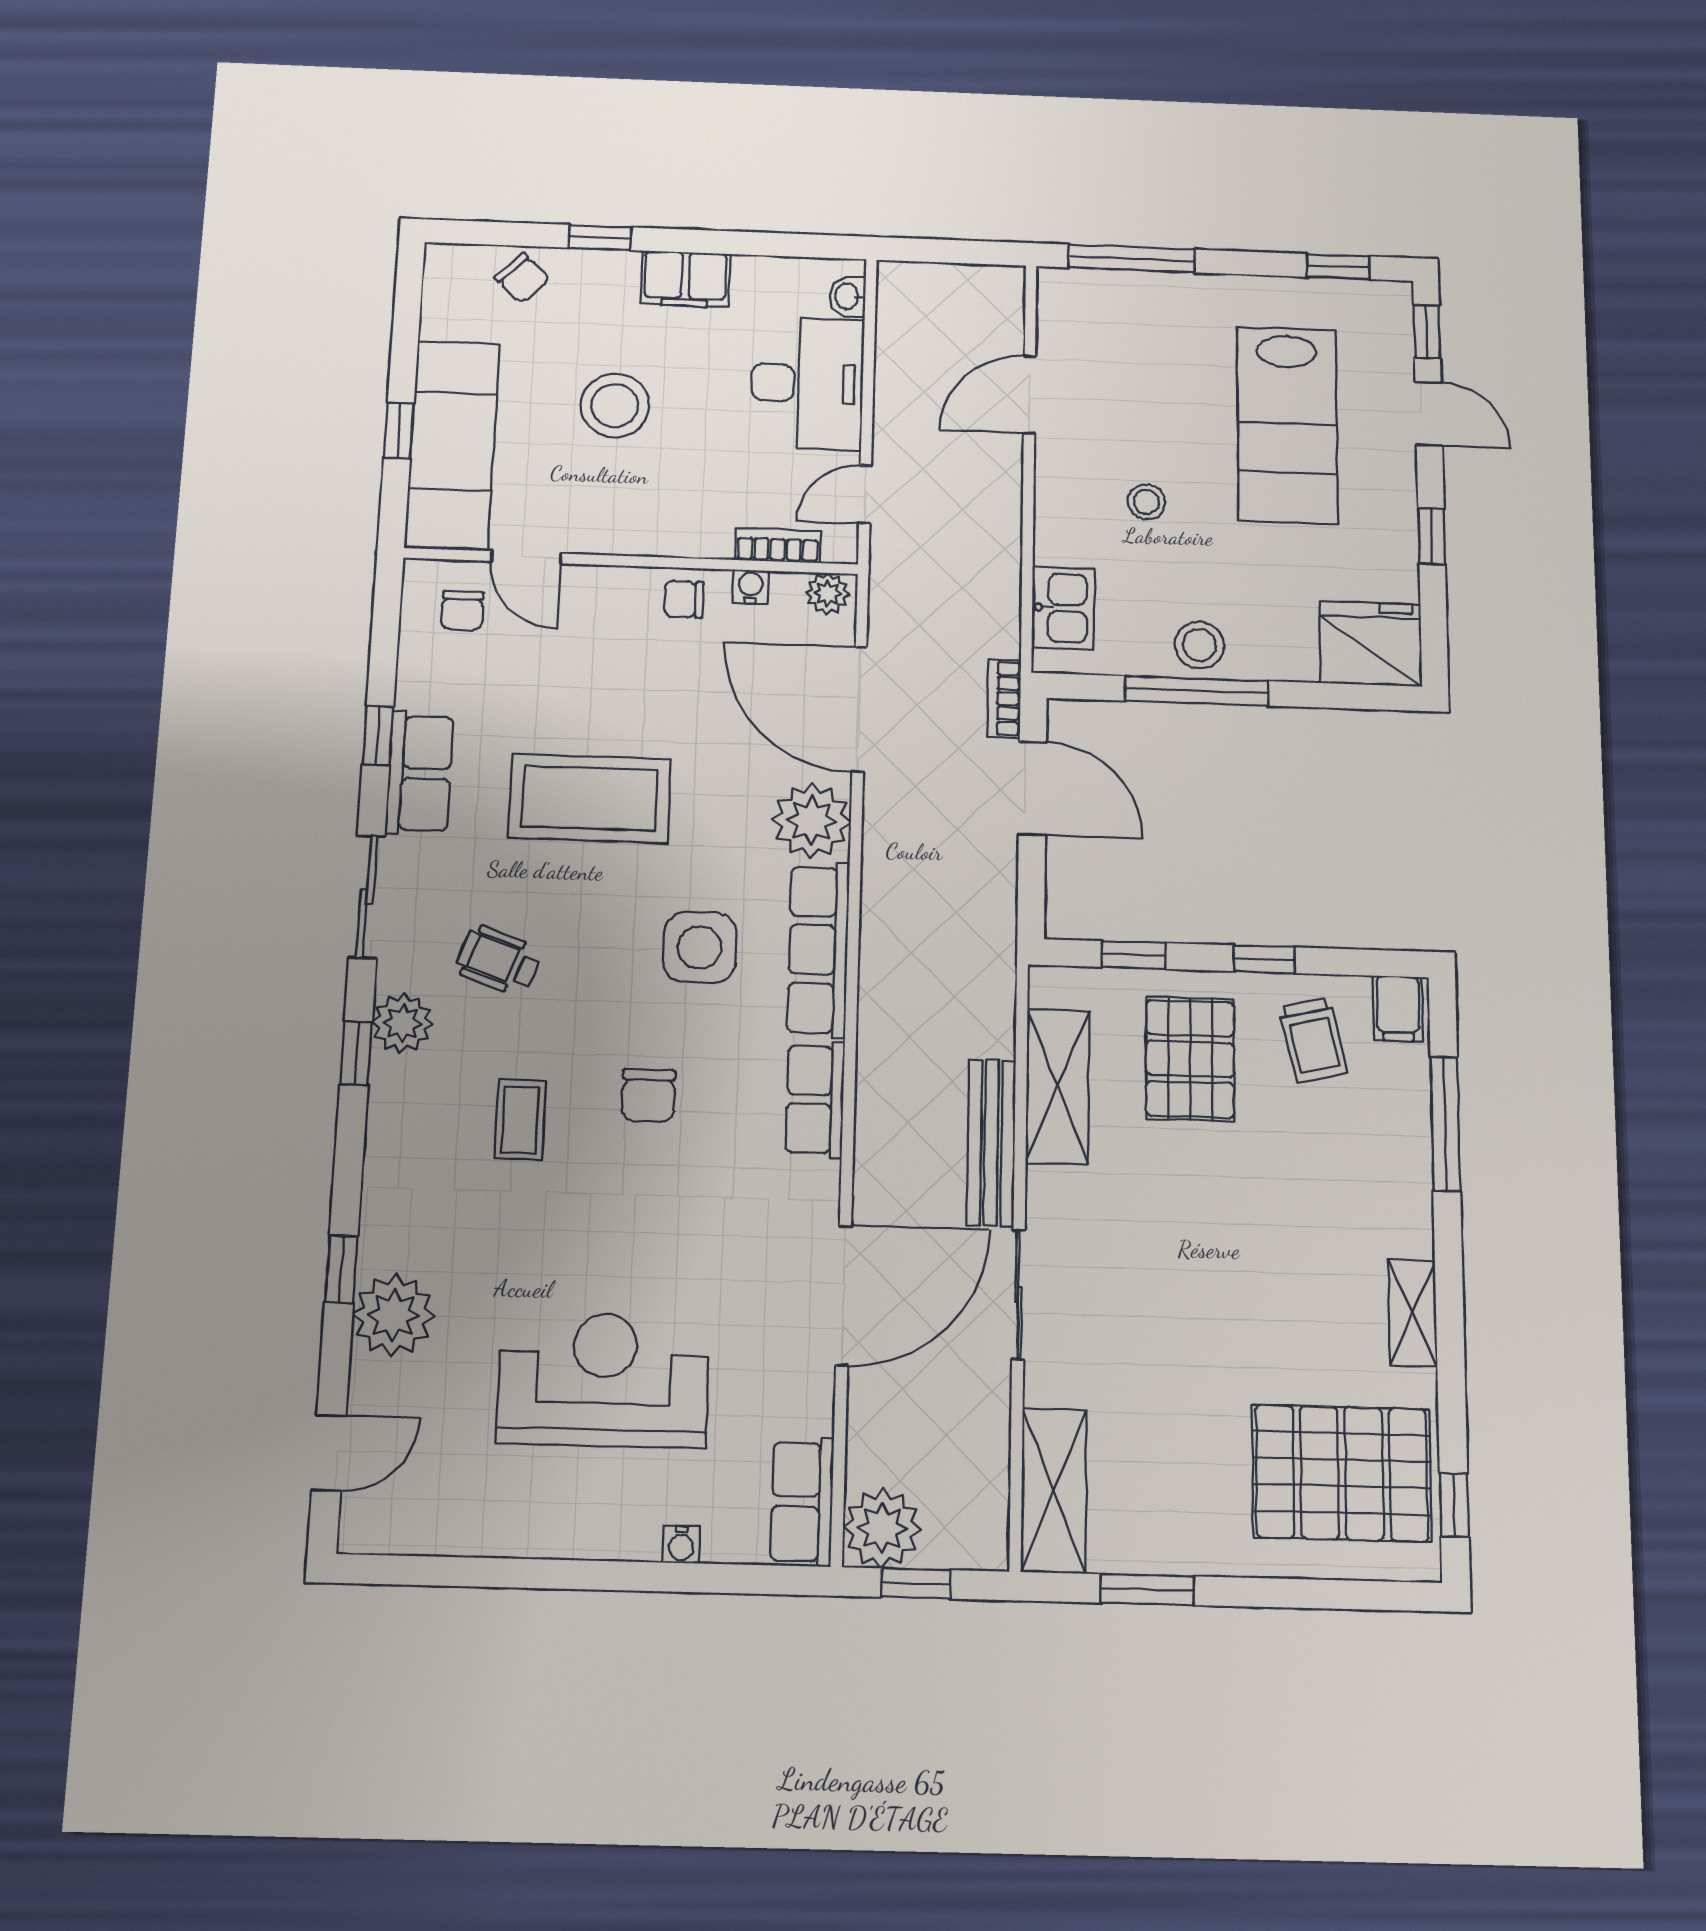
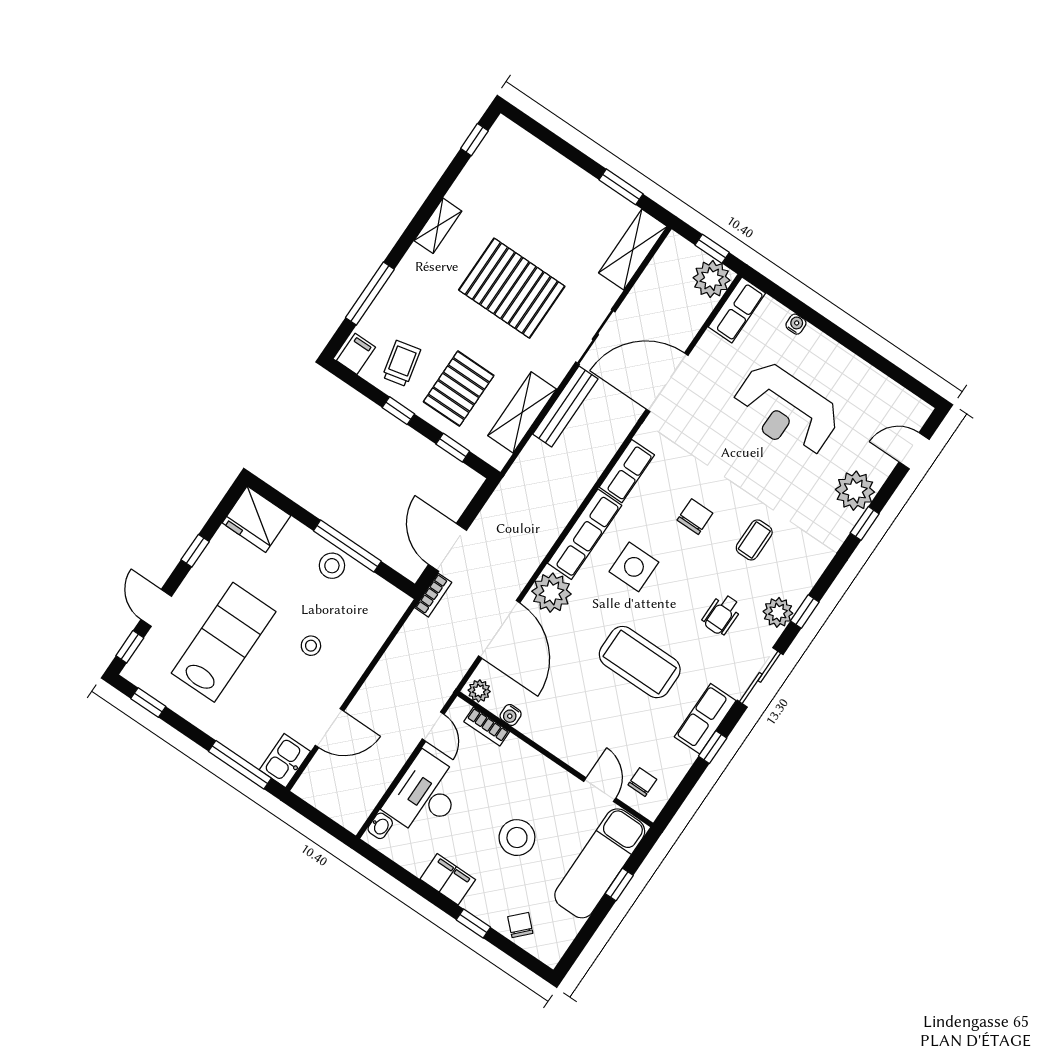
door: (865, 494) -> (433, 727), hinge flipped
chair: (684, 599) -> (543, 727), removed
kitchen sink: (1063, 608) -> (285, 761), moved
wheelchair: (498, 960) -> (722, 614), turned 70
pallet: (1342, 1473) -> (512, 288), moved

